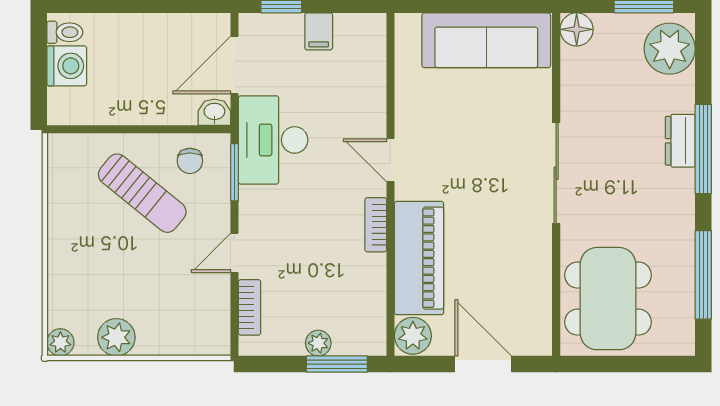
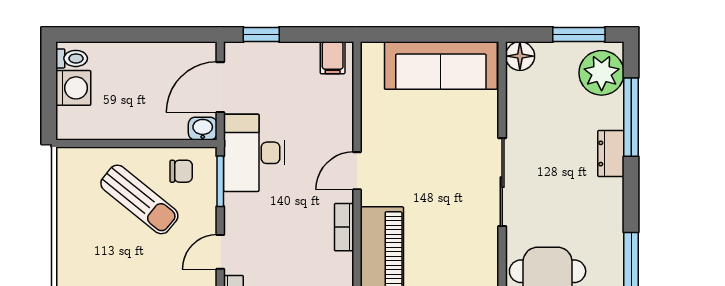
filing cabinet: (319, 31) -> (333, 58), moved
window: (703, 149) -> (631, 117), moved
door: (390, 160) -> (357, 171), hinge flipped
chair: (190, 161) -> (181, 171), turned -90

